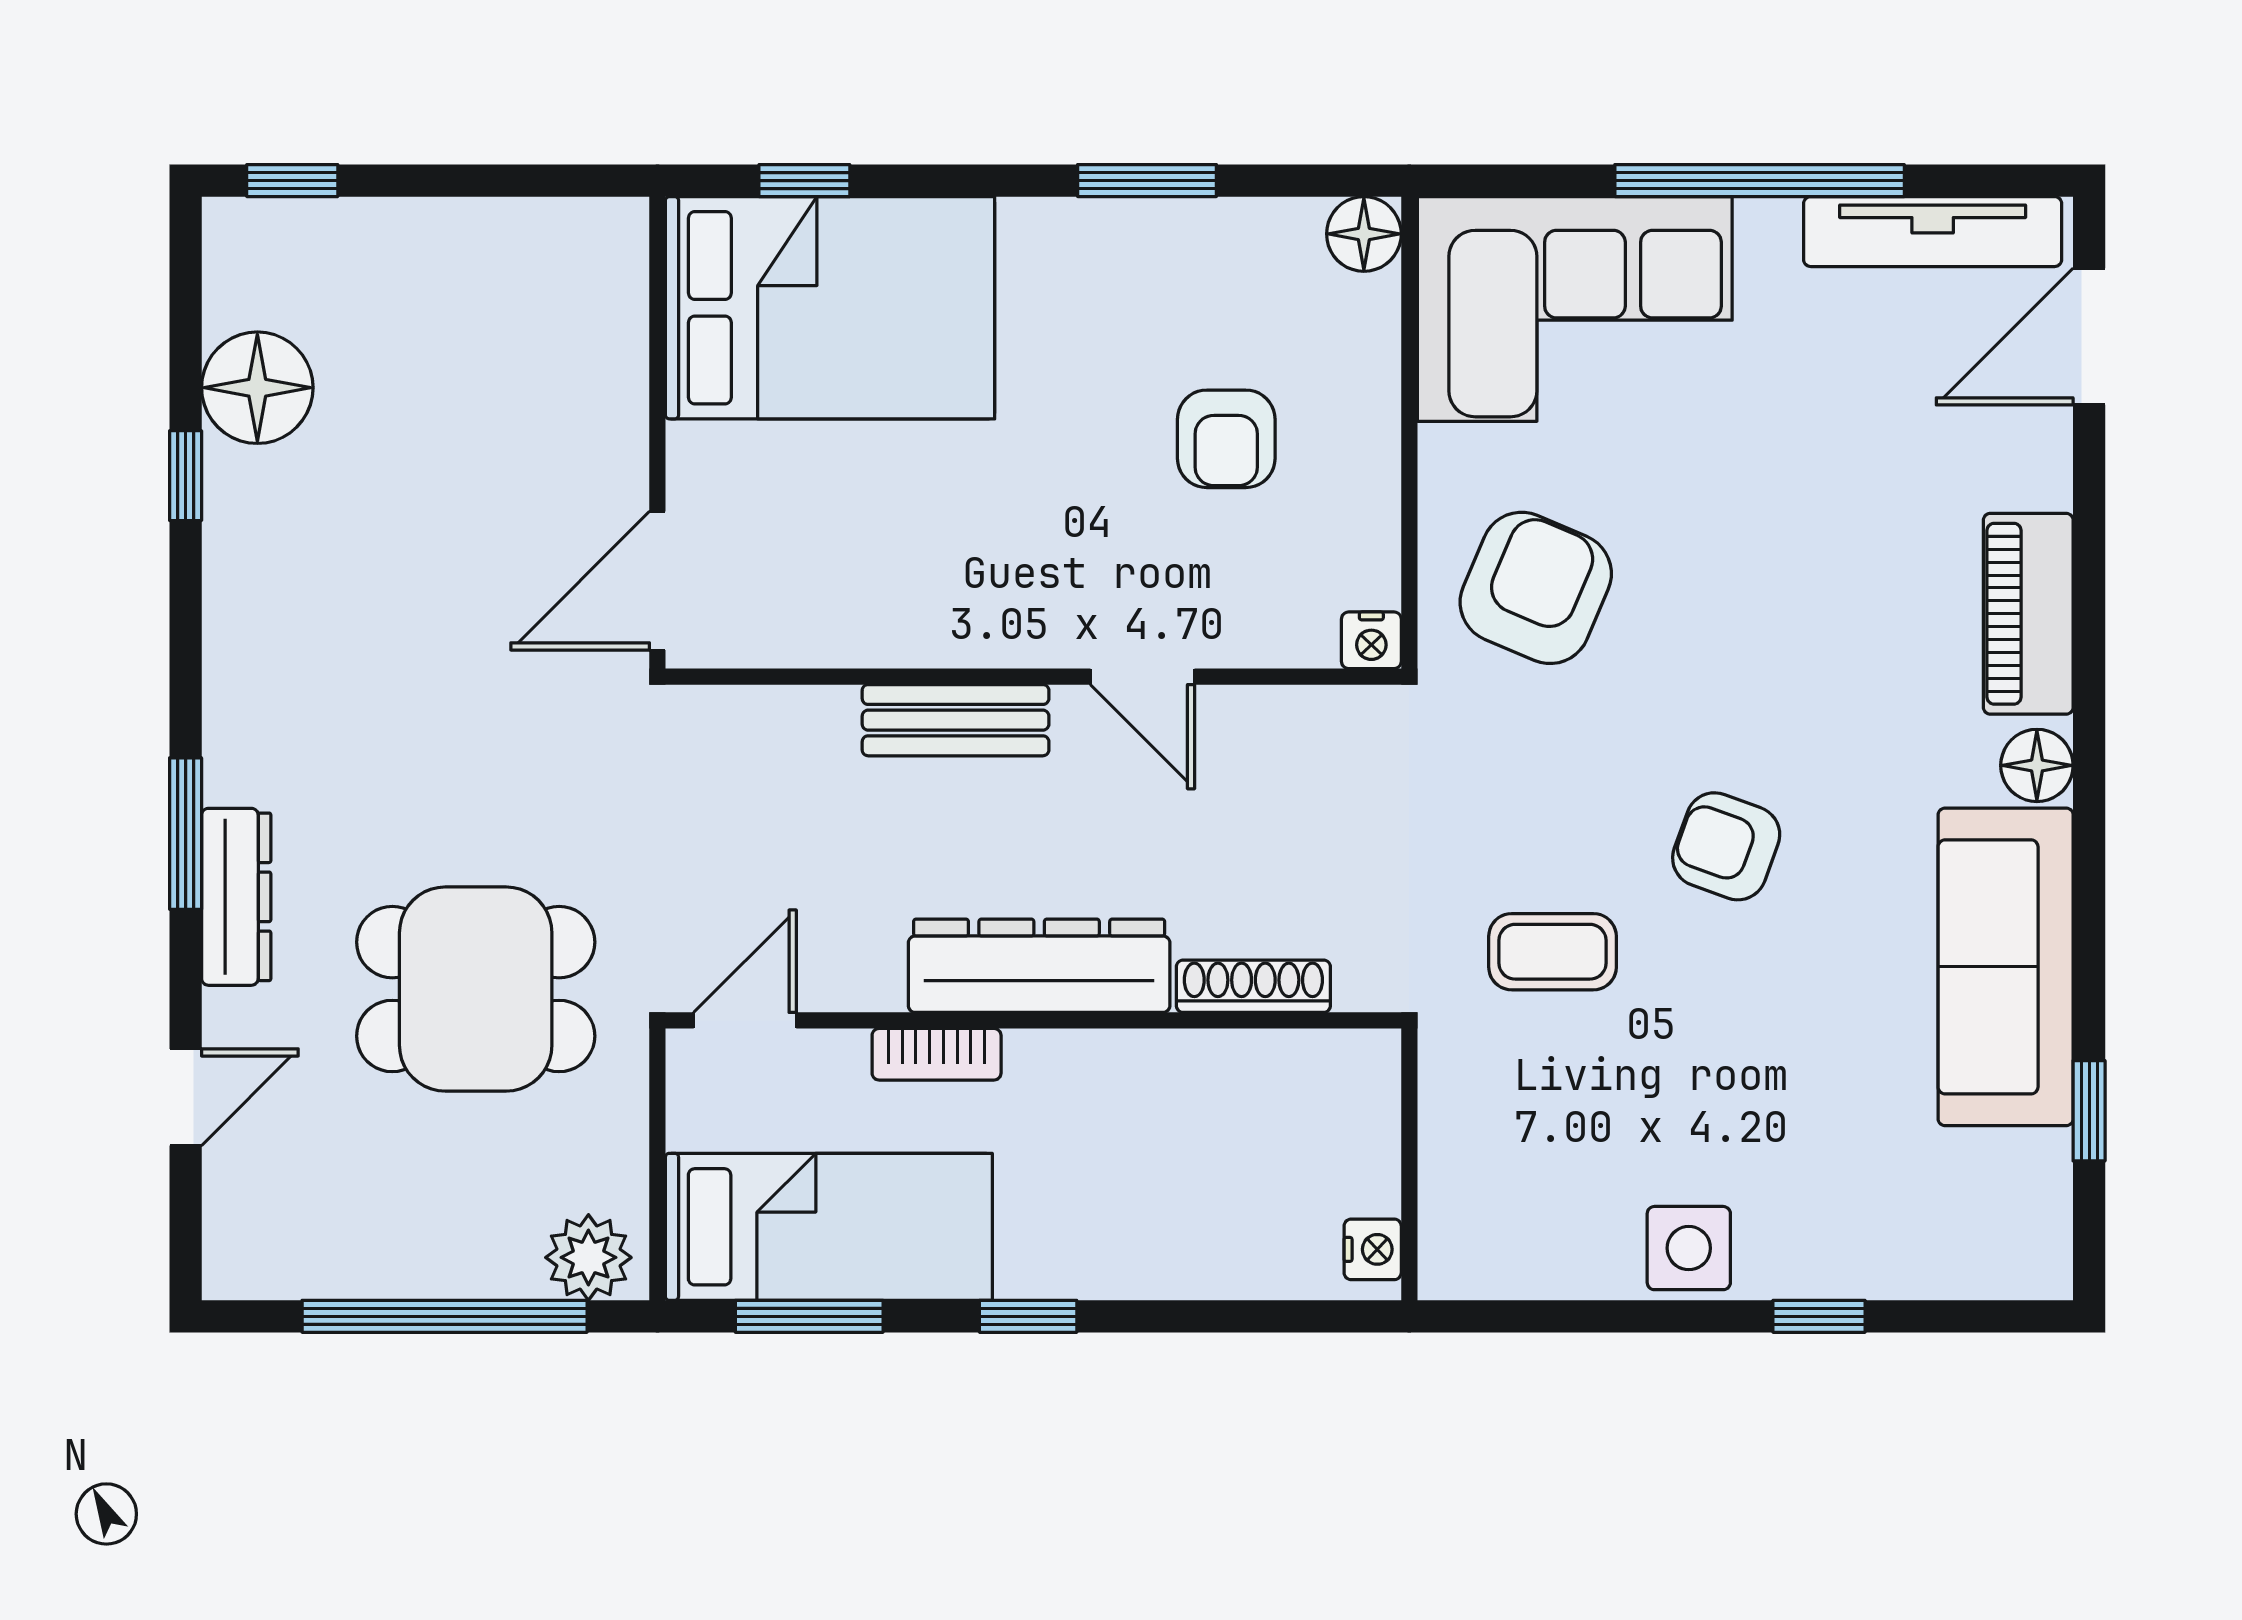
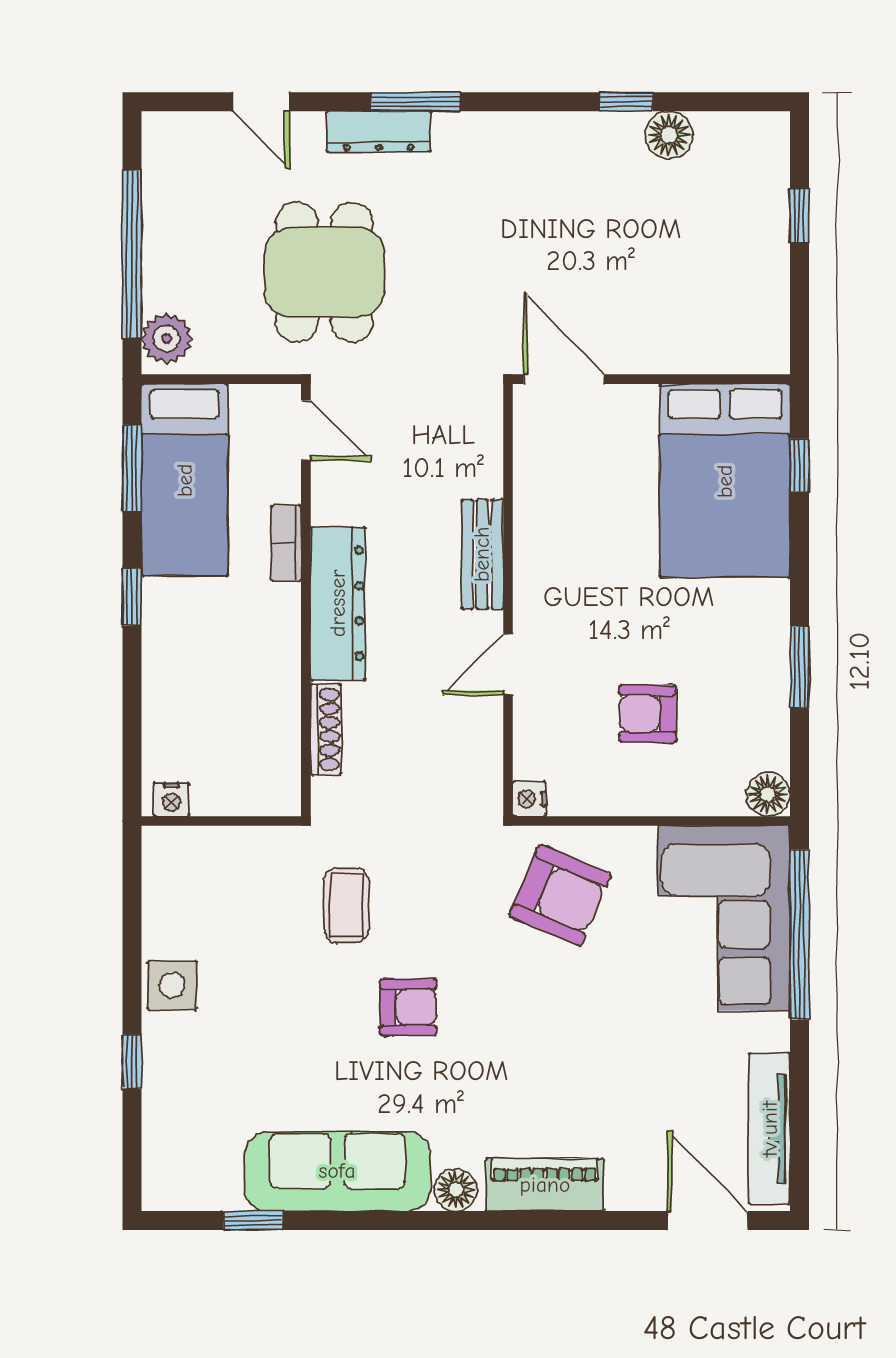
window: (292, 181) -> (799, 216), moved
window: (1760, 181) -> (799, 934), moved
floor lamp: (257, 388) -> (669, 135), width x0.73, depth x0.73
armchair: (1726, 846) -> (408, 1007), turned 70

